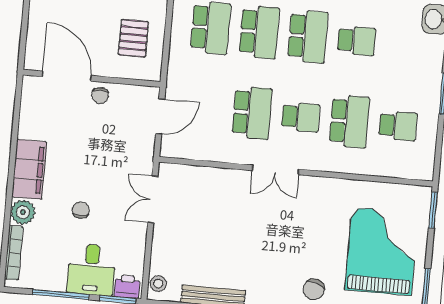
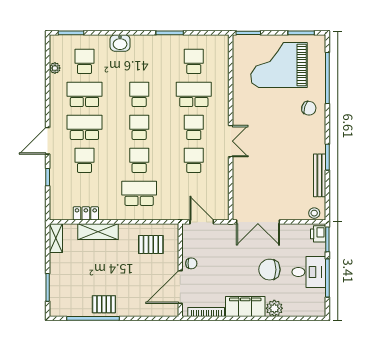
school desk: (259, 32) -> (139, 160), width x0.54
school desk: (308, 36) -> (139, 127), width x0.54
school desk: (252, 113) -> (194, 160), width x0.54
double door: (153, 199) -> (258, 222), width x1.37
chair: (81, 210) -> (269, 270), width x1.87, depth x1.87
bookcase: (14, 253) -> (206, 312), moved
desk: (91, 270) -> (309, 272), moved

